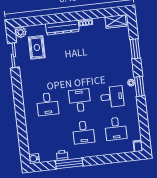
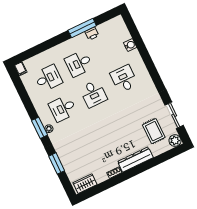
desk: (116, 129) -> (48, 78), turned 90
desk: (83, 132) -> (79, 63), turned -90
water cooler: (34, 159) -> (130, 45), moved

